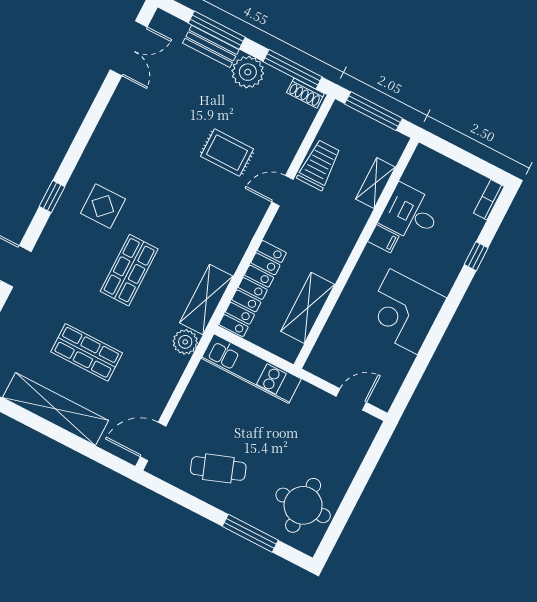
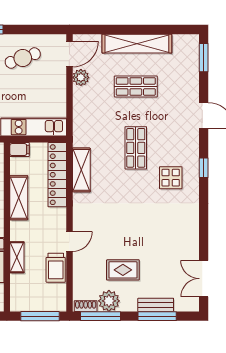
plant: (248, 72) -> (109, 301), moved
rug: (227, 153) -> (123, 270), moved
shelving: (375, 183) -> (17, 257), moved
shelving: (206, 299) -> (81, 170), moved
shelving: (308, 308) -> (19, 198), moved
plant: (185, 342) -> (81, 77), moved
filing cabinet: (286, 348) -> (20, 150), added

